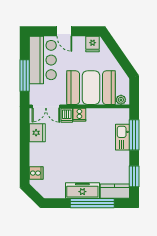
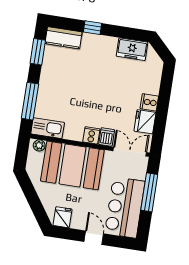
kitchen sink: (122, 137) -> (48, 128), moved, turned -90
cooker: (36, 173) -> (149, 102), moved
freezer: (82, 190) -> (132, 49), moved, width x0.71
window: (92, 203) -> (93, 28), width x0.32

